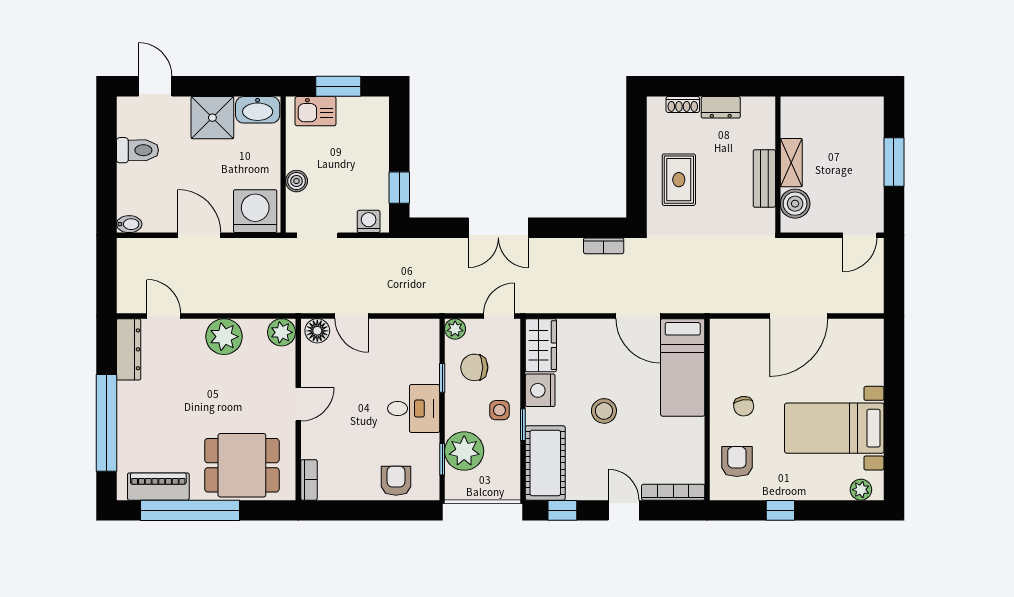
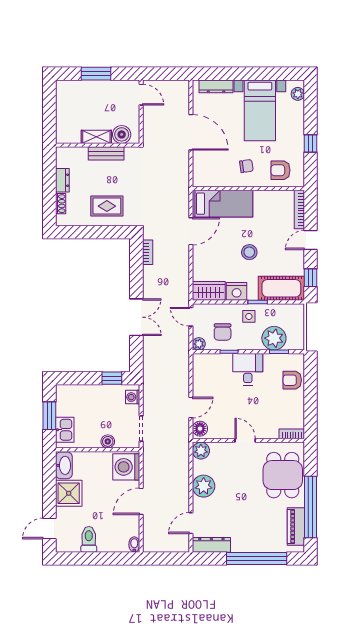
dresser: (873, 357) -> (216, 86), added

